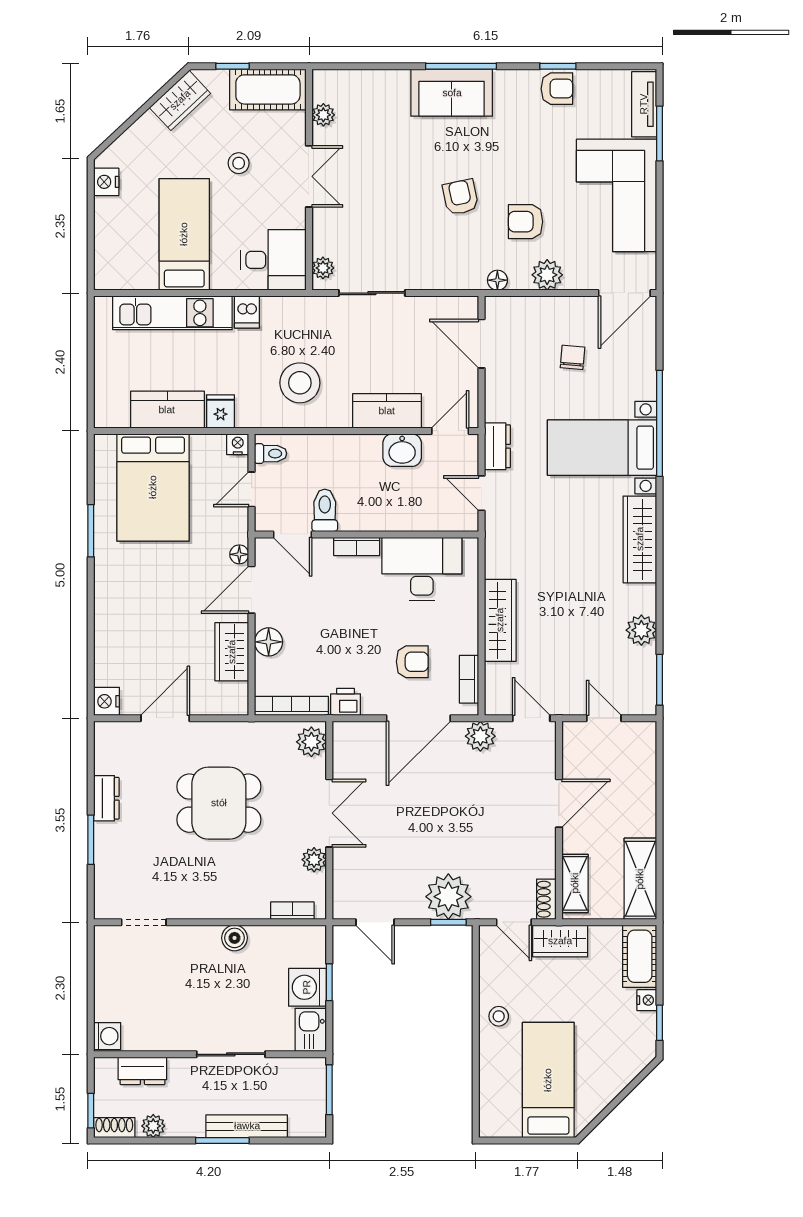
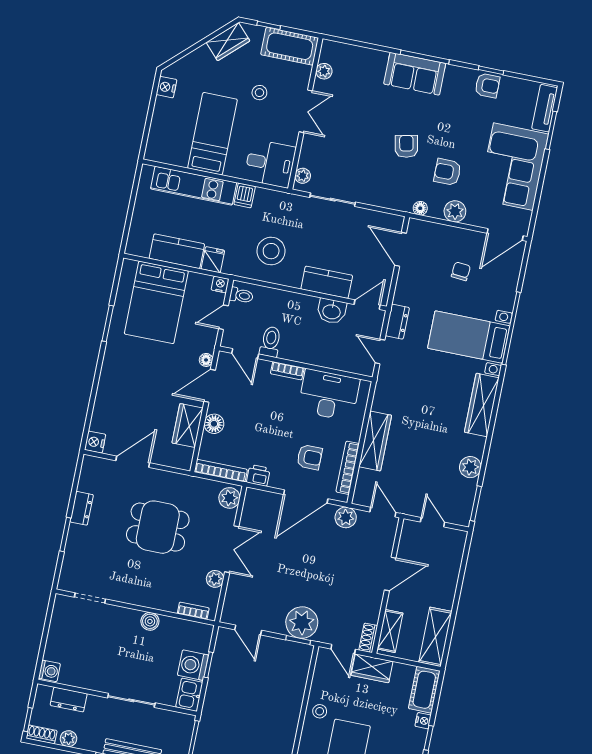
bookcase: (469, 679) -> (348, 468), width x1.56

